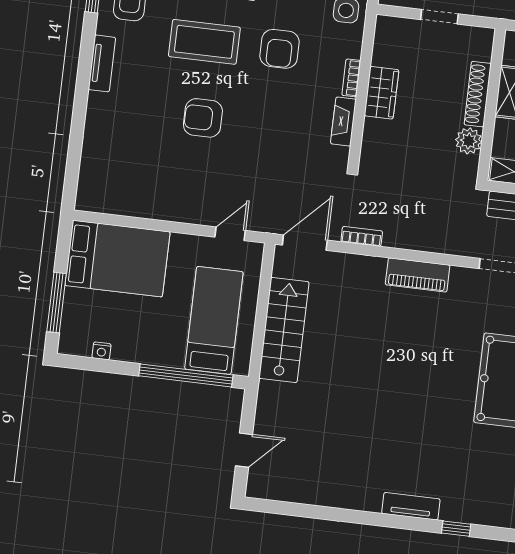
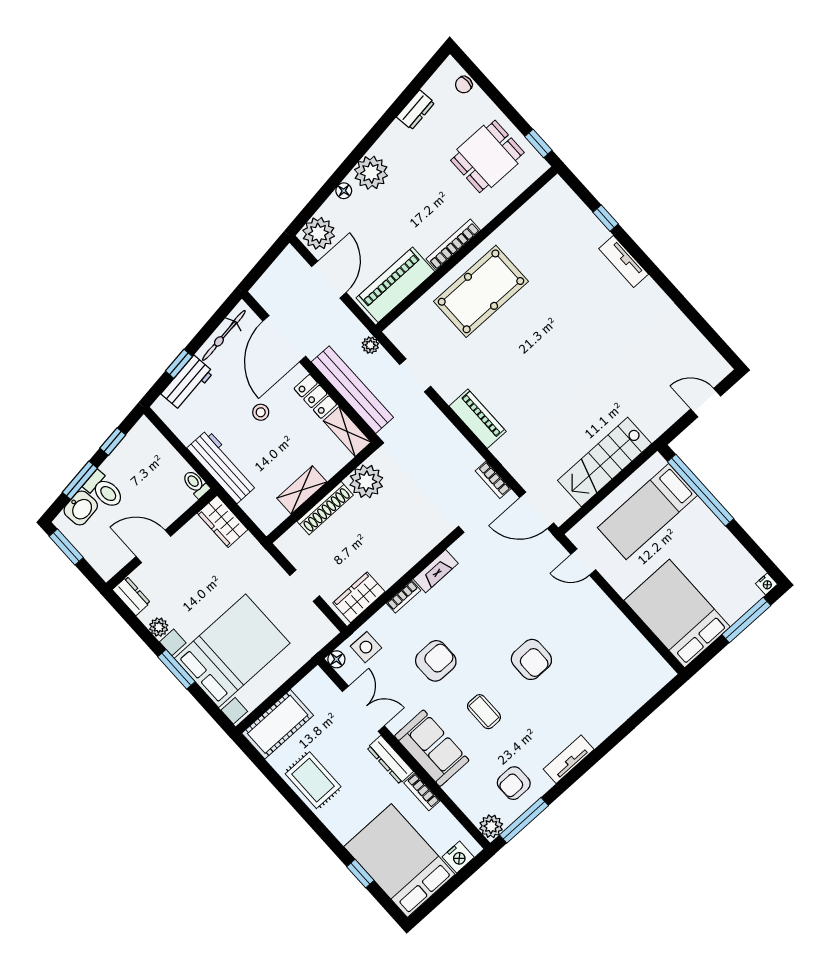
coffee table: (204, 42) -> (484, 712), width x0.54, depth x0.58
wardrobe: (381, 93) -> (359, 597), moved
plant: (469, 141) -> (366, 481), width x1.36, depth x1.36
nightstand: (101, 351) -> (766, 584), moved, turned 90

